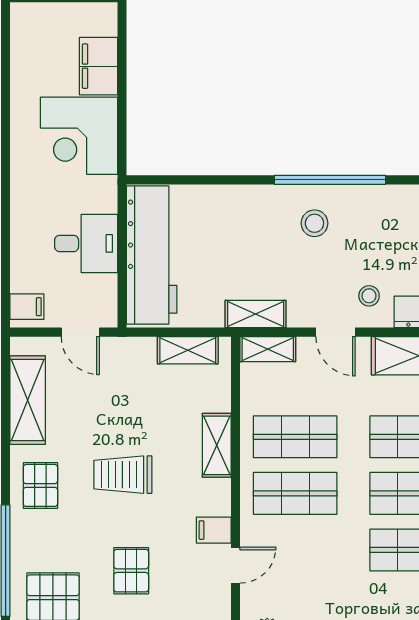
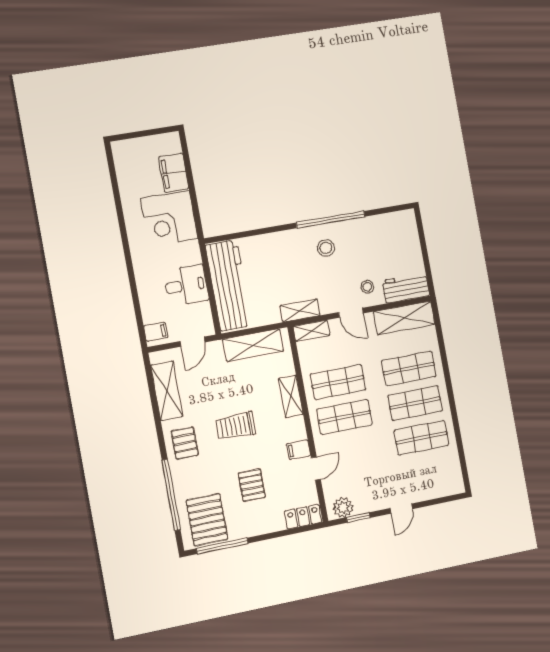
door: (80, 332) -> (193, 342), hinge flipped
shelving: (188, 350) -> (253, 345), width x1.50, depth x1.33

